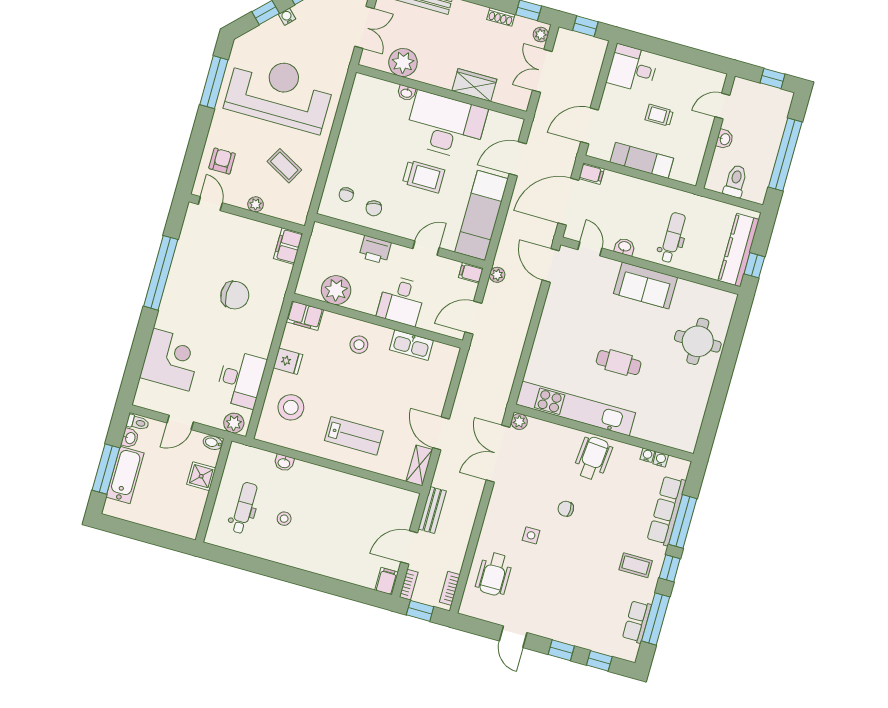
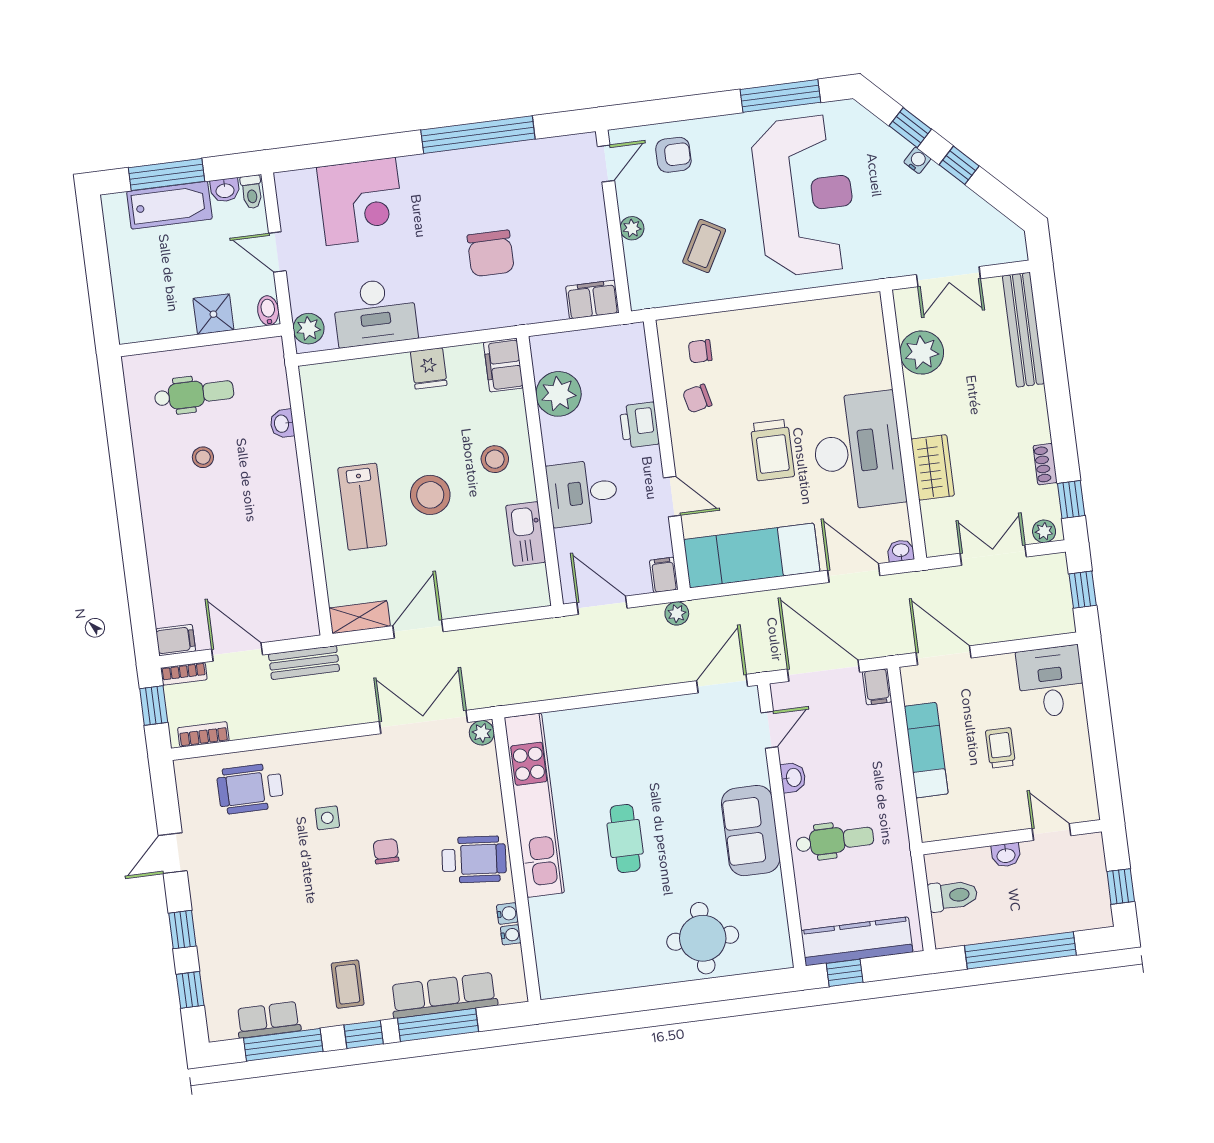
washbasin: (406, 93) -> (901, 551), moved, turned 90
stool: (291, 407) -> (430, 495), moved
water cooler: (661, 459) -> (507, 913), moved

